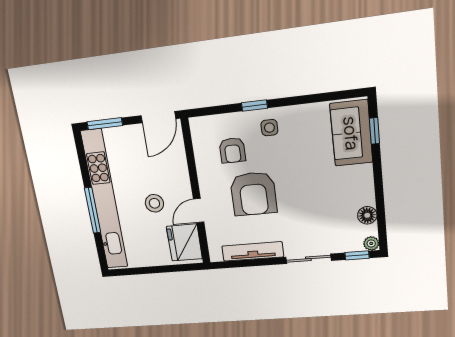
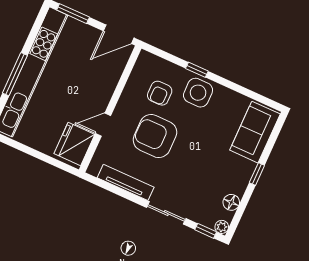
side table: (269, 128) -> (198, 93), width x1.87, depth x1.87
window: (375, 131) -> (257, 174), moved
armchair: (253, 194) -> (155, 136), turned 90
stool: (154, 203) -> (71, 98), removed

